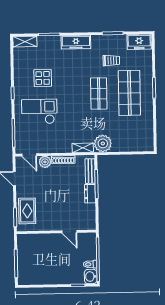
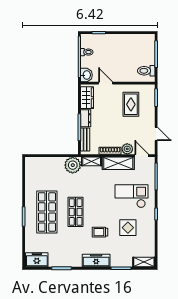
trolley: (111, 60) -> (100, 232), moved
checkout: (39, 111) -> (132, 196), turned 180
shelving: (54, 146) -> (118, 163), added
rug: (27, 211) -> (131, 104), moved
wardrobe: (89, 216) -> (87, 98), added
toilet: (26, 246) -> (146, 71), added
washbasin: (91, 276) -> (86, 75), moved

